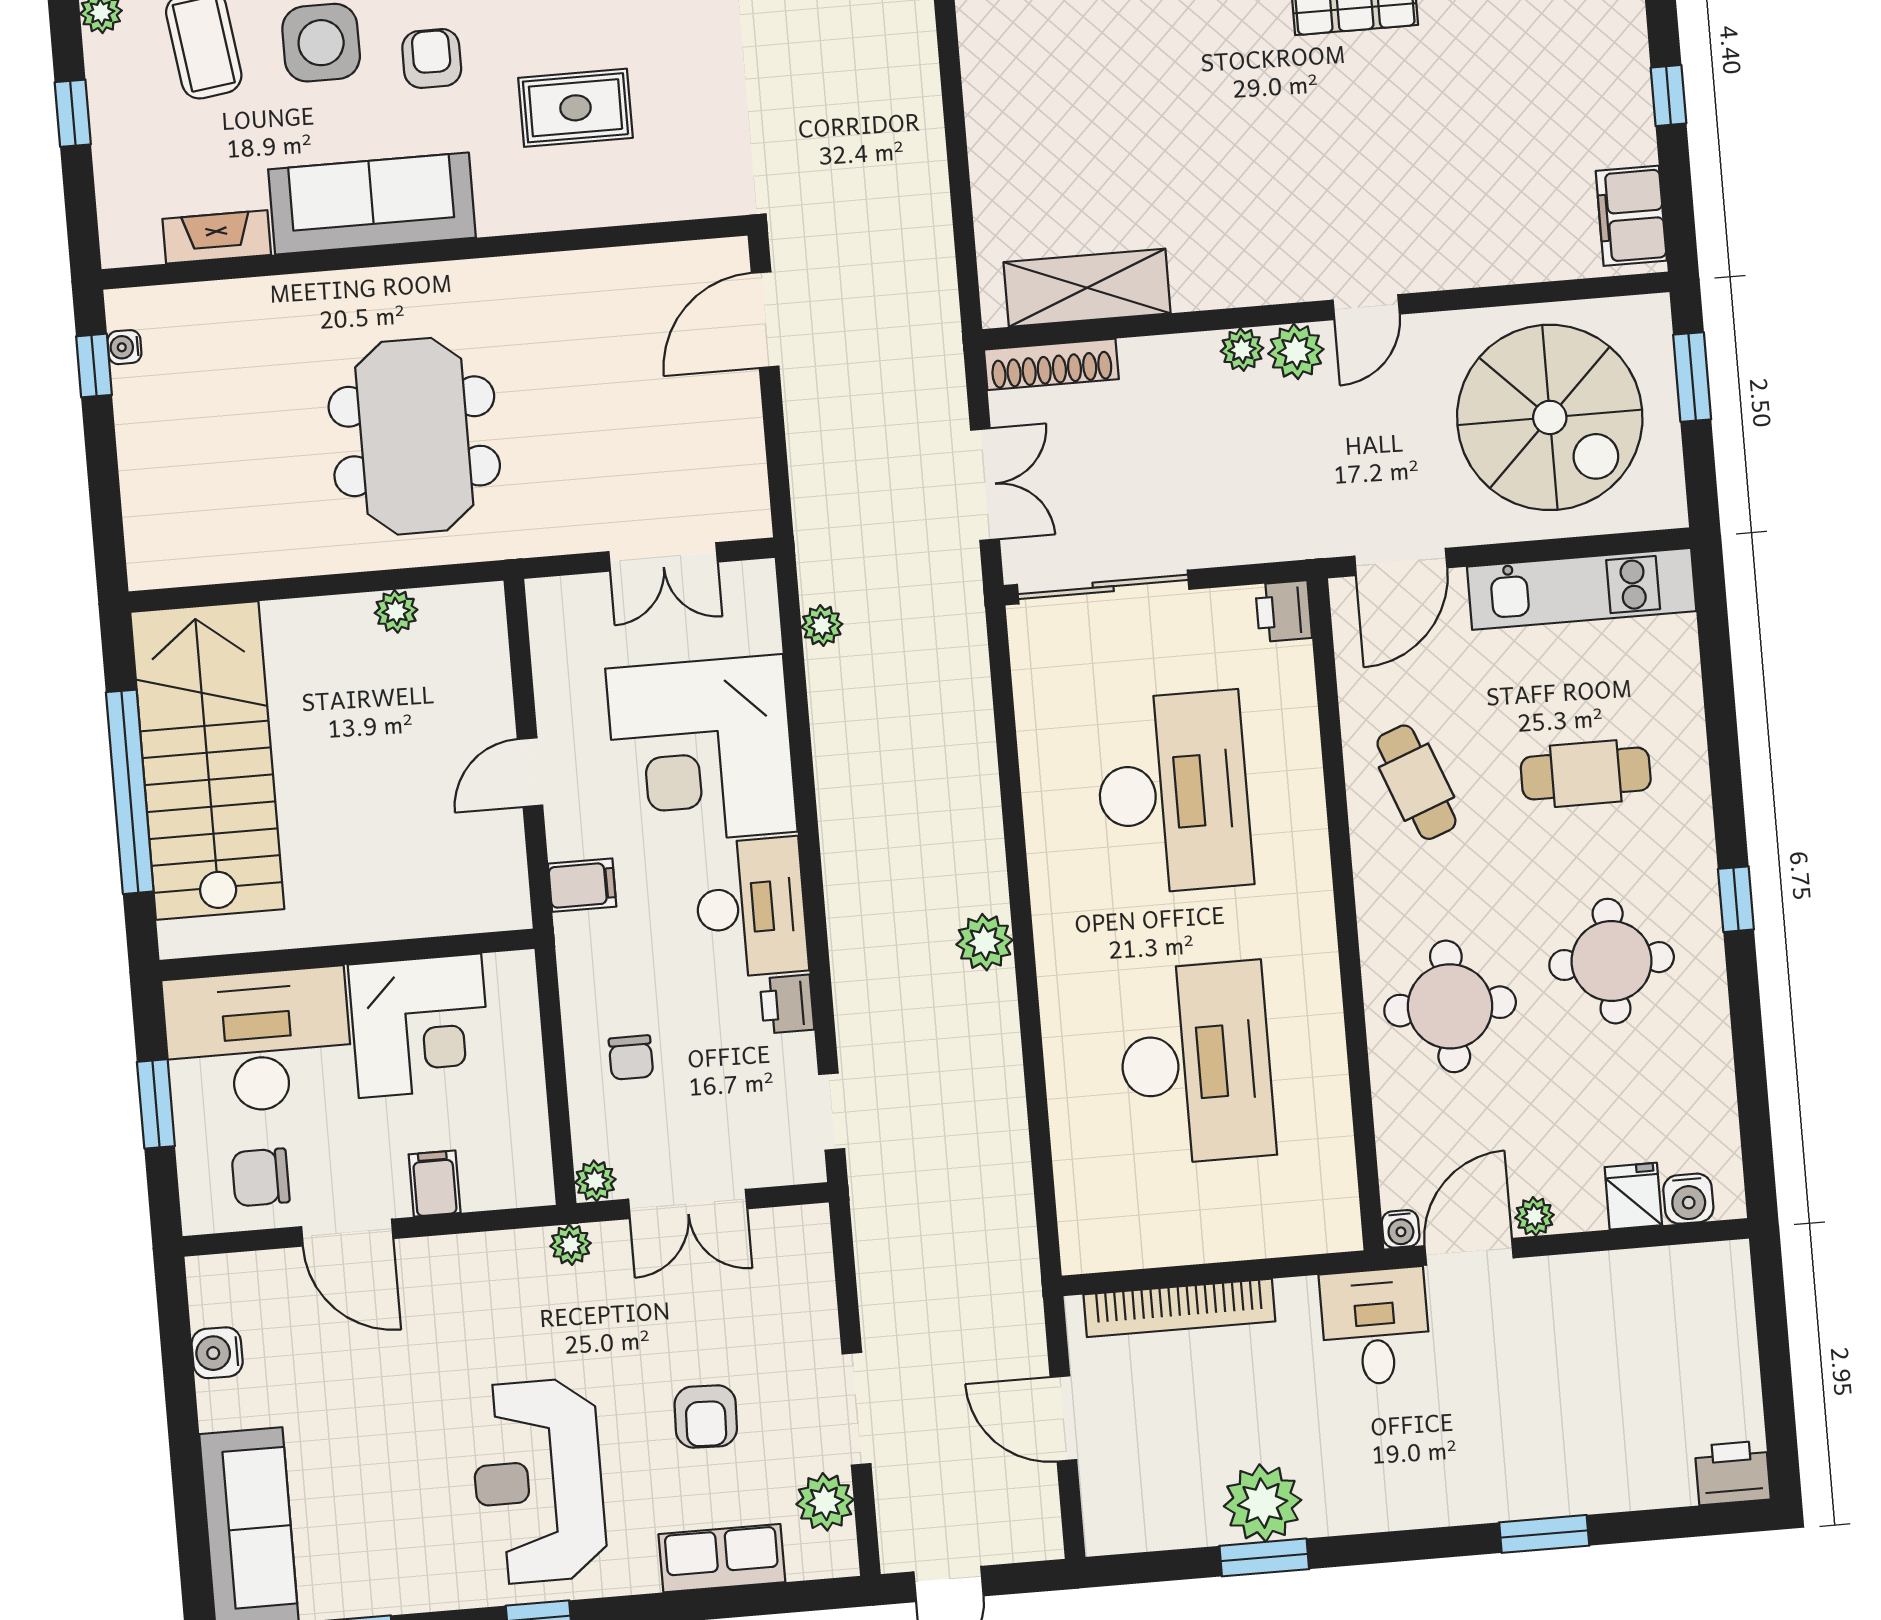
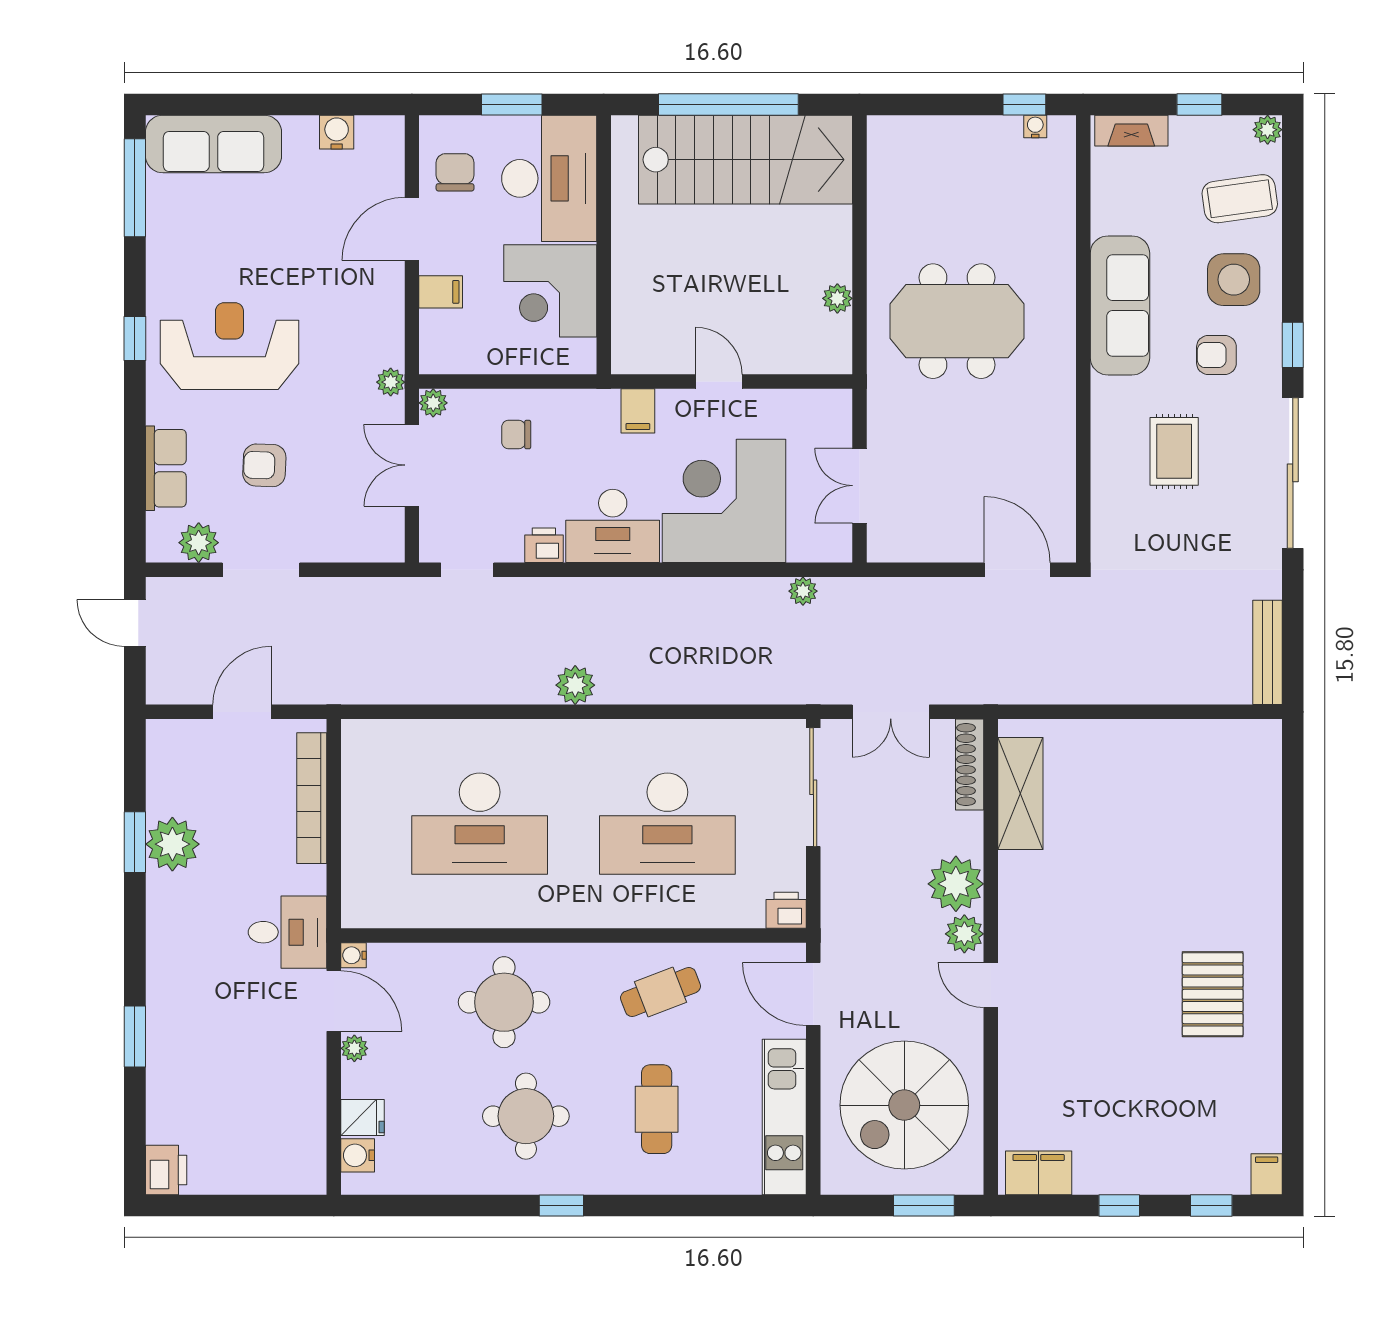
armchair: (432, 58) -> (1216, 355), turned 180
fireplace: (217, 237) -> (1131, 131), moved, turned 90
plant: (1242, 350) -> (956, 884), width x1.88, depth x1.88

